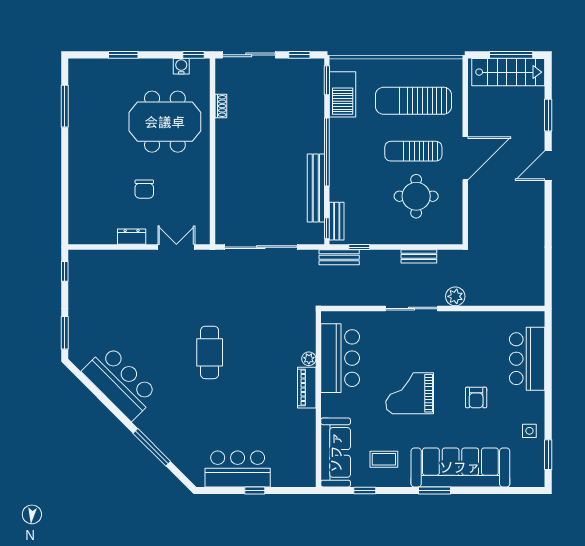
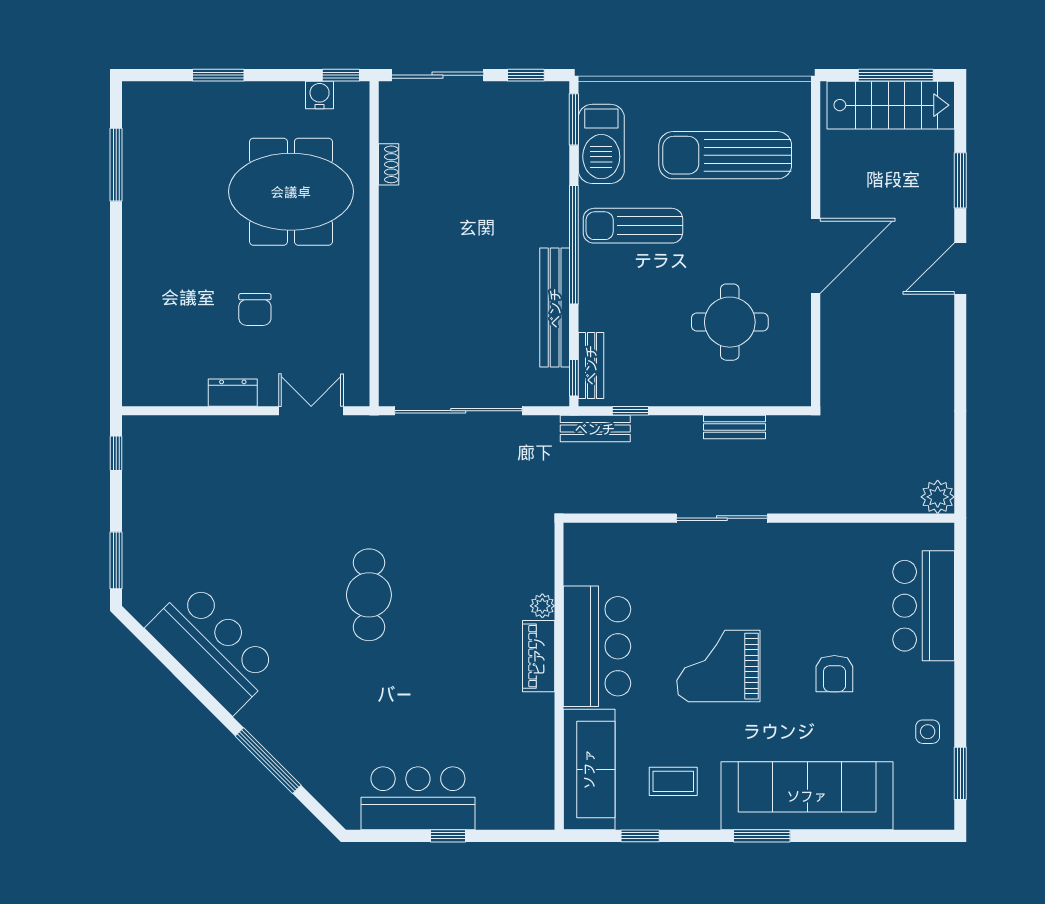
sun lounger: (413, 151) -> (633, 226), moved
plant: (455, 296) -> (938, 497), moved
bar counter: (340, 358) -> (597, 646), moved

